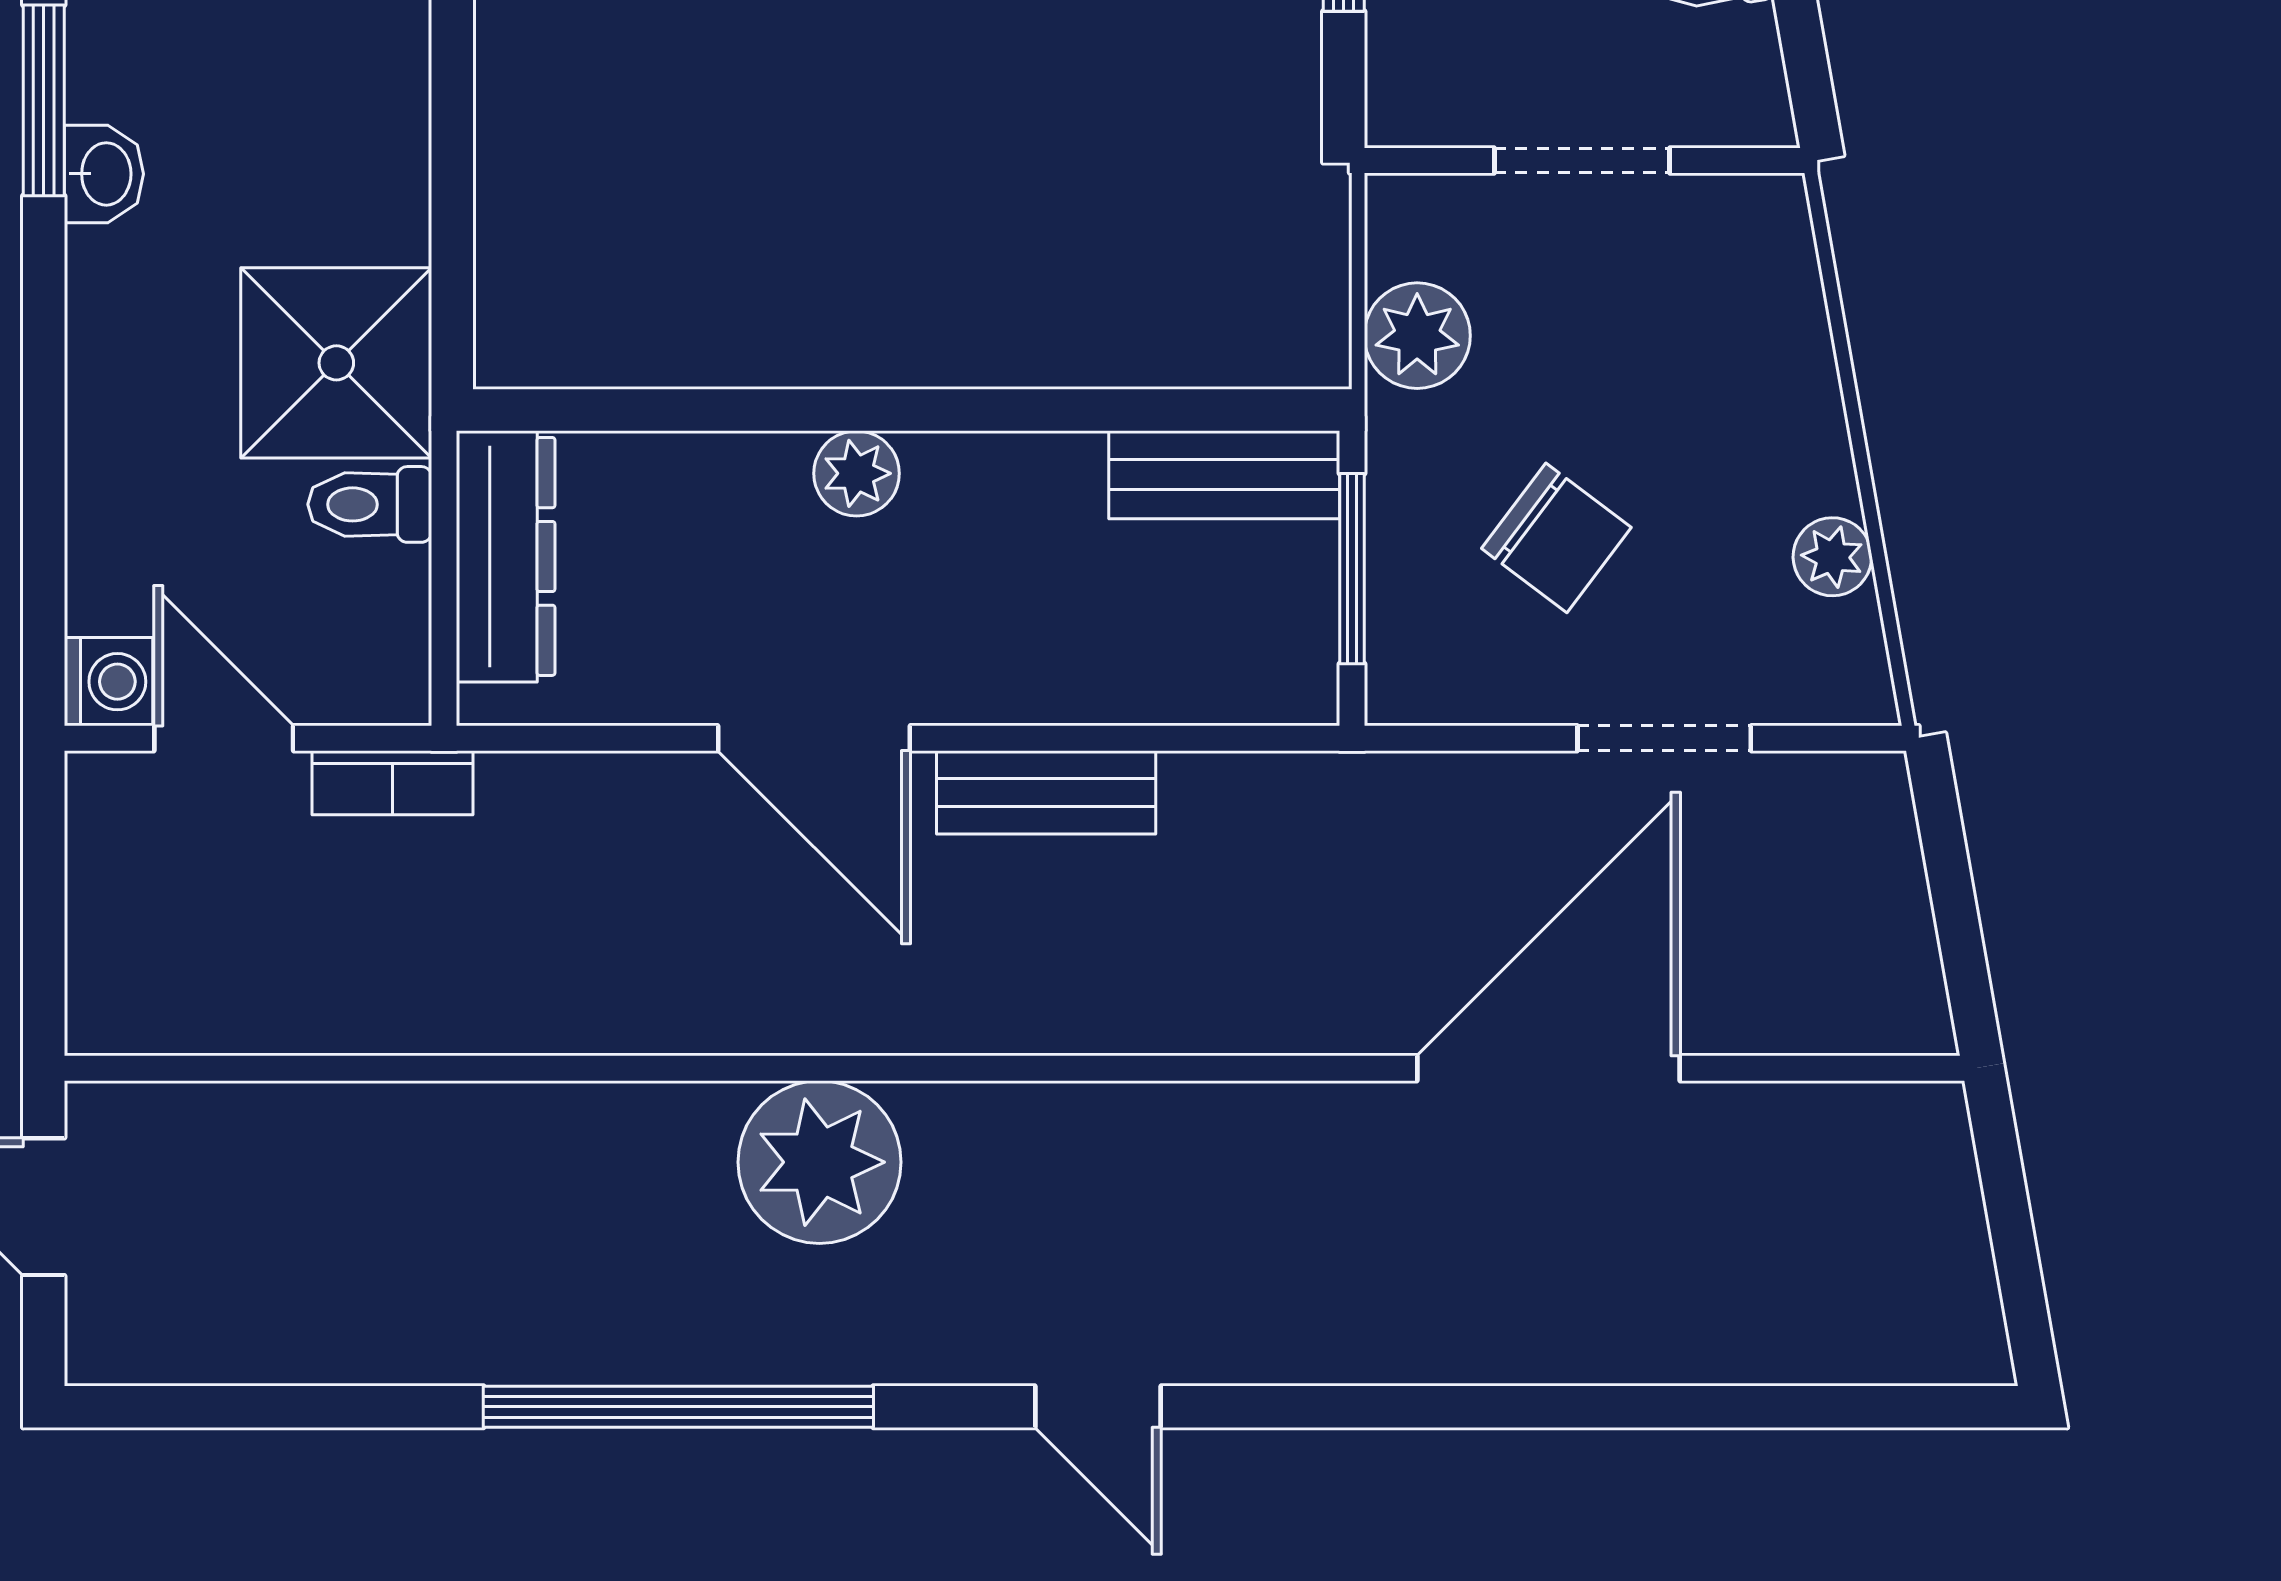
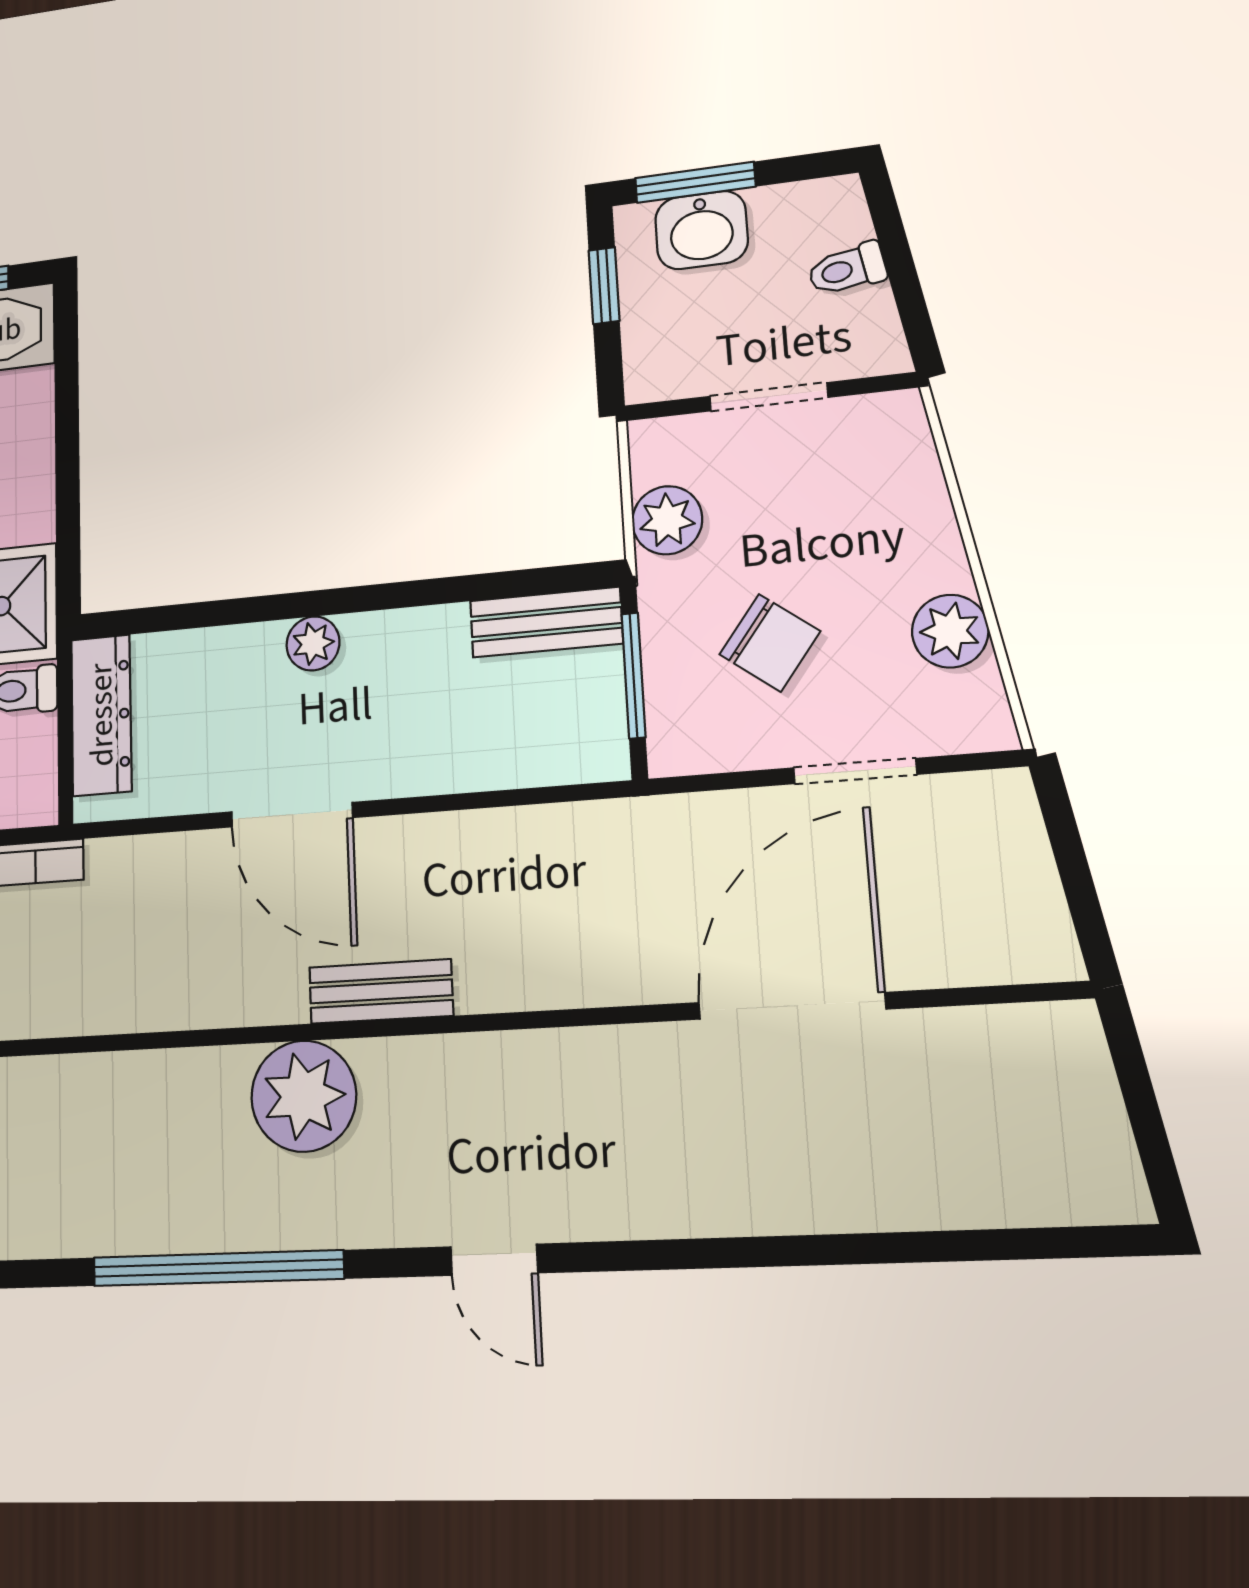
plant: (1832, 557) -> (950, 631), width x1.38, depth x1.38
bench: (1046, 792) -> (381, 991), moved

